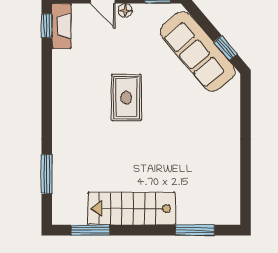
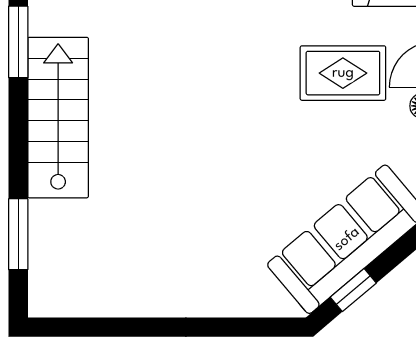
rug: (126, 97) -> (343, 73), moved

